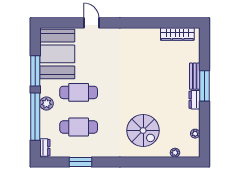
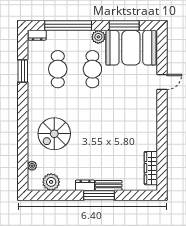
window: (35, 71) -> (124, 26), moved
plant: (46, 104) -> (98, 37), moved
plant: (195, 134) -> (51, 182), width x1.88, depth x1.88

